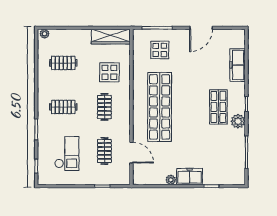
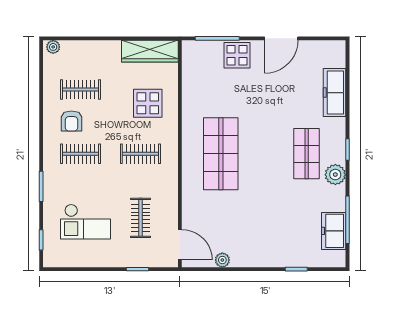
display table: (160, 50) -> (237, 55), moved
armchair: (57, 84) -> (71, 121), added
clothes rail: (104, 107) -> (140, 154), turned 90
shop shelf: (160, 107) -> (221, 154), width x0.71
door: (131, 153) -> (180, 245), moved
checkout: (67, 154) -> (86, 222), turned 90
freezer: (190, 177) -> (334, 231), moved, turned -90
plant: (171, 180) -> (222, 260), moved

